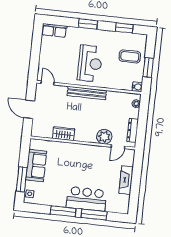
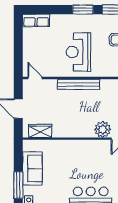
window: (88, 24) -> (83, 10), moved
reception desk: (90, 63) -> (78, 52), turned 180
wardrobe: (64, 134) -> (40, 131), moved

